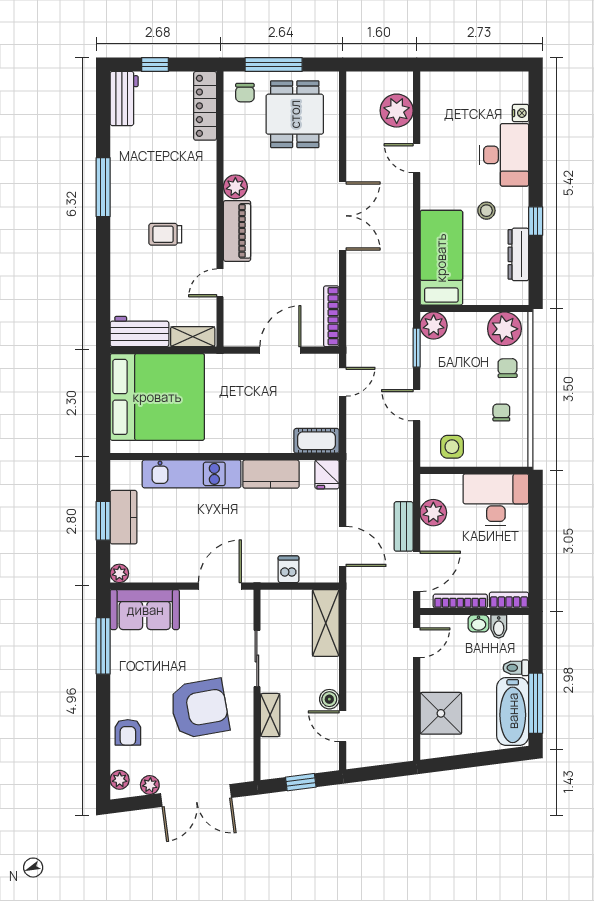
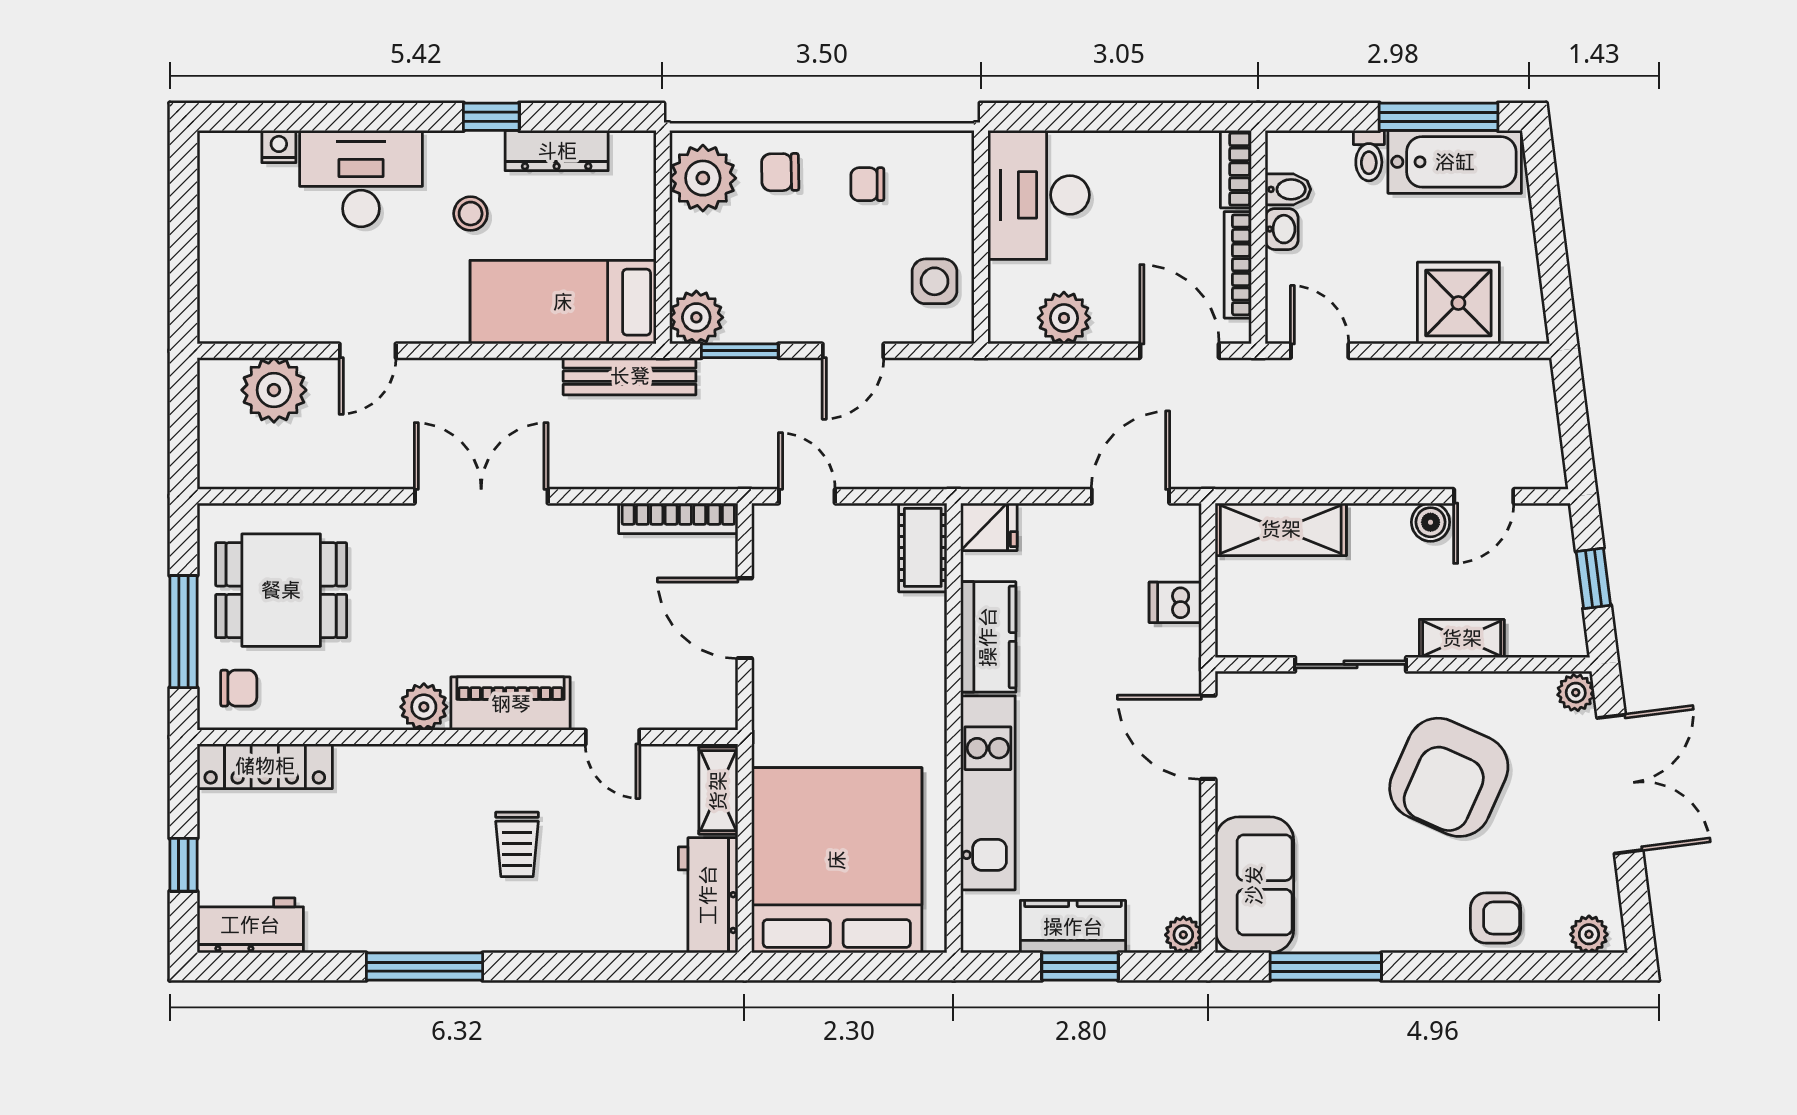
bench: (404, 526) -> (630, 376), moved, width x1.36
armchair: (199, 708) -> (1449, 777), turned -146
plant: (150, 785) -> (1576, 693), moved

